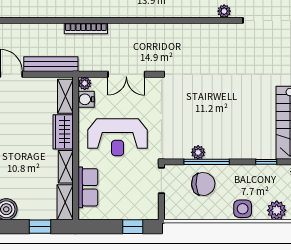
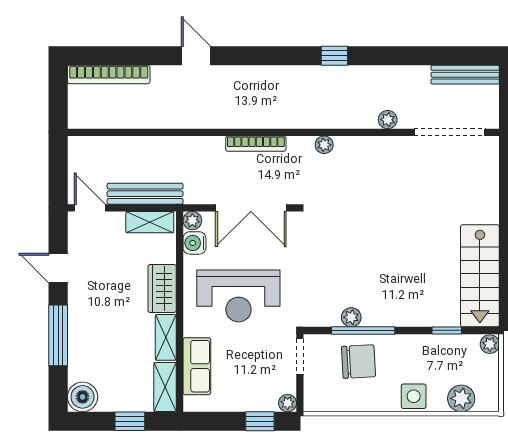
bookcase: (86, 28) -> (256, 144), moved
plant: (179, 29) -> (324, 145), added
double door: (126, 74) -> (251, 208), width x1.37
shelving: (65, 96) -> (150, 222), moved, turned 90
plant: (153, 214) -> (288, 403), added

